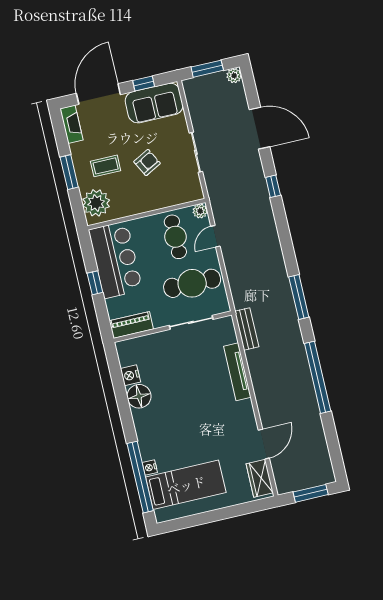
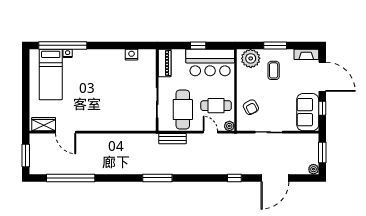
armchair: (147, 163) -> (251, 107), moved
bench: (247, 329) -> (173, 139), moved
tv unit: (237, 372) -> (117, 126), removed
window: (318, 377) -> (71, 178), moved
floor lamp: (139, 396) -> (116, 57), removed

